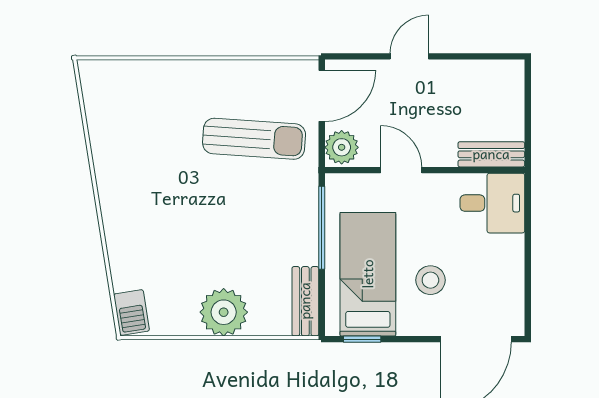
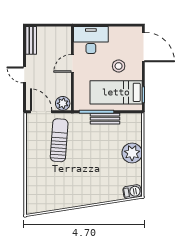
bench: (491, 154) -> (31, 40), moved
door: (401, 170) -> (72, 63), moved
desk: (492, 203) -> (91, 40), width x1.37
bench: (305, 301) -> (105, 119), moved

